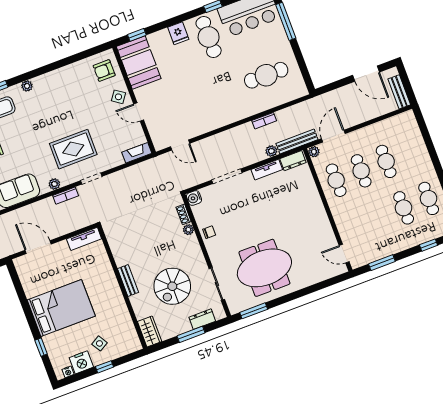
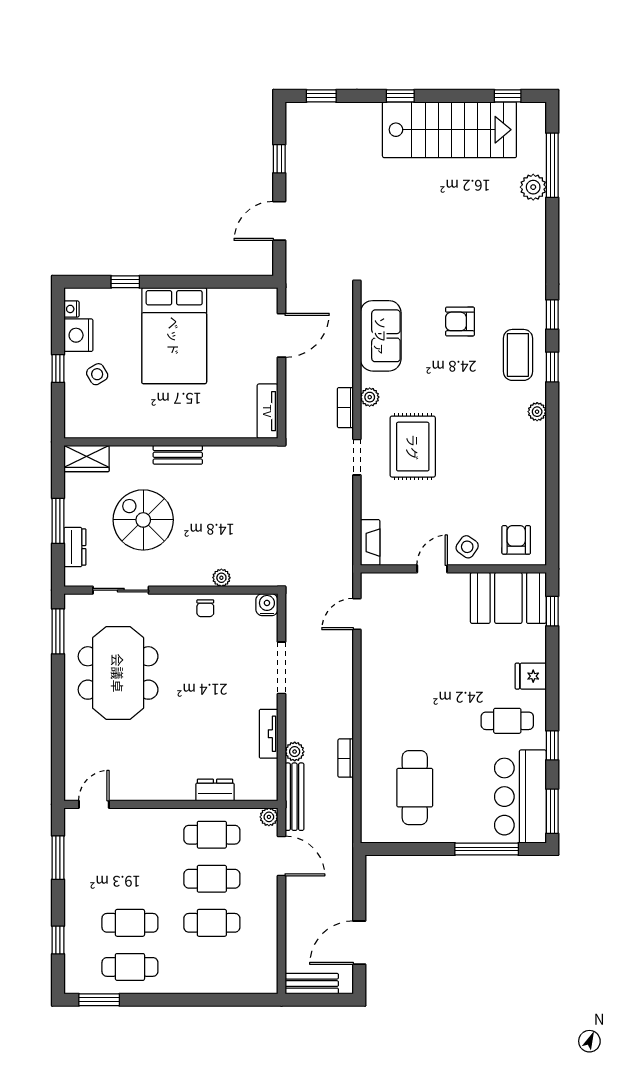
cafe table: (209, 37) -> (507, 721), width x0.73, depth x0.74
dresser: (293, 161) -> (215, 790), moved, turned 90
shoe rack: (184, 214) -> (248, 579), removed

